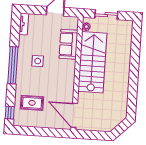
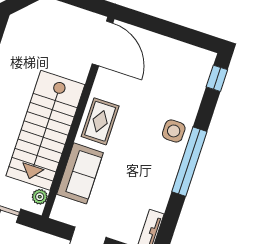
side table: (38, 61) -> (174, 131), moved
rug: (32, 103) -> (100, 121), moved, turned 90

